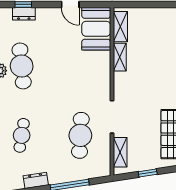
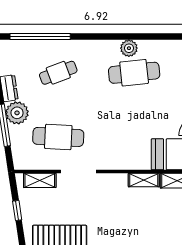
cafe table: (22, 135) -> (58, 73), turned -30
plant: (58, 173) -> (17, 113), added

